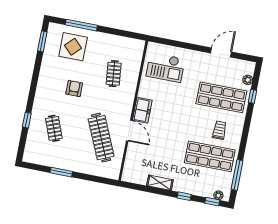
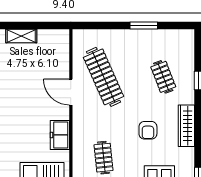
wardrobe: (43, 86) -> (186, 126), added
freezer: (142, 110) -> (60, 135), moved

